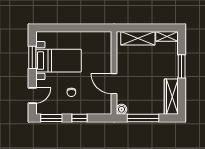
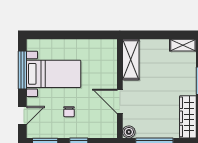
shelving: (138, 38) -> (131, 59), moved, turned 90
window: (32, 57) -> (22, 70), width x1.44

